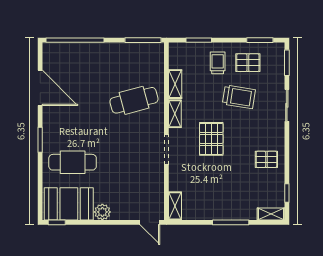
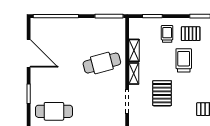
trolley: (239, 97) -> (184, 60), turned -99

